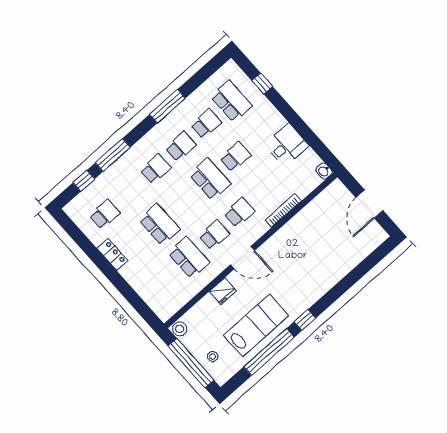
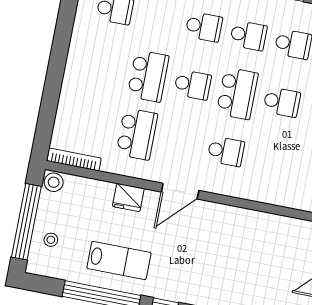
bookcase: (283, 210) -> (74, 160), moved
school desk: (214, 235) -> (193, 85), moved
locker: (112, 254) -> (78, 50), removed
door: (242, 258) -> (180, 191), hinge flipped
lab bench: (256, 325) -> (119, 260), width x0.73, depth x0.72

